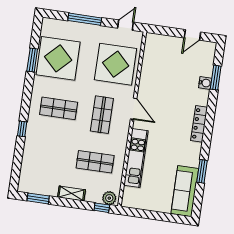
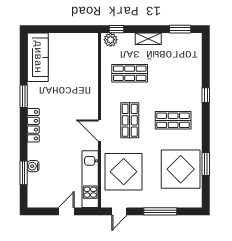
door: (192, 35) -> (66, 211), moved
kitchen unit: (136, 158) -> (90, 179), moved
window: (202, 171) -> (24, 96), moved

